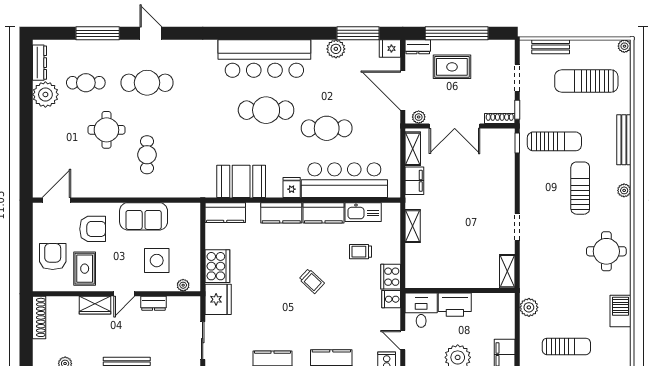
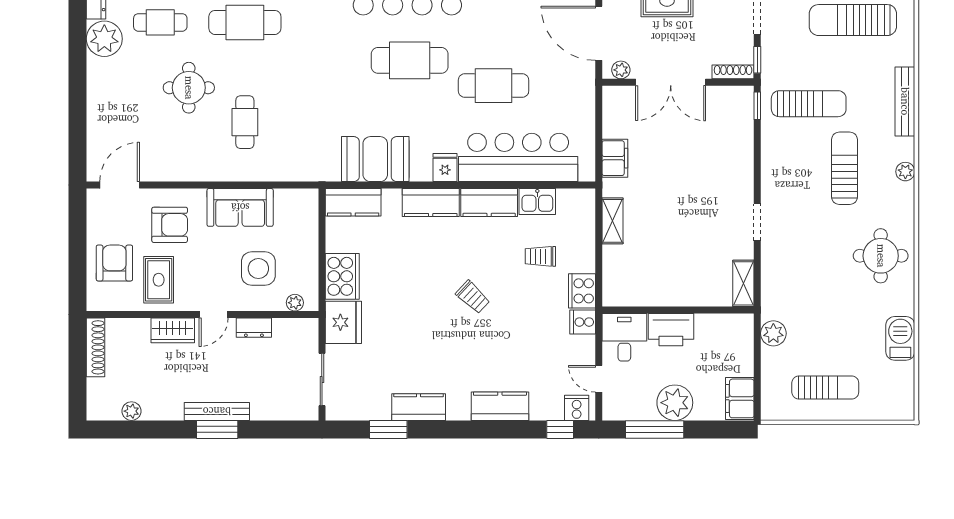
shelving: (413, 149) -> (613, 114), removed
kitchen sink: (363, 212) -> (537, 202), width x0.73

